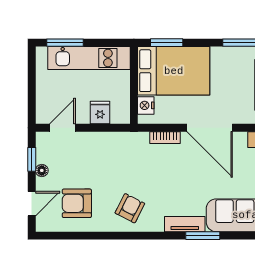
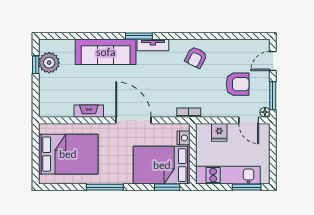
door: (62, 128) -> (249, 120), hinge flipped
bookcase: (165, 138) -> (189, 113), moved
window: (32, 159) -> (273, 96), width x1.50
floor lamp: (42, 170) -> (265, 112), moved
armchair: (77, 203) -> (238, 84), moved

